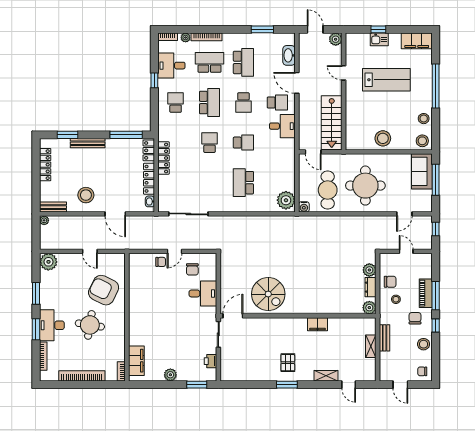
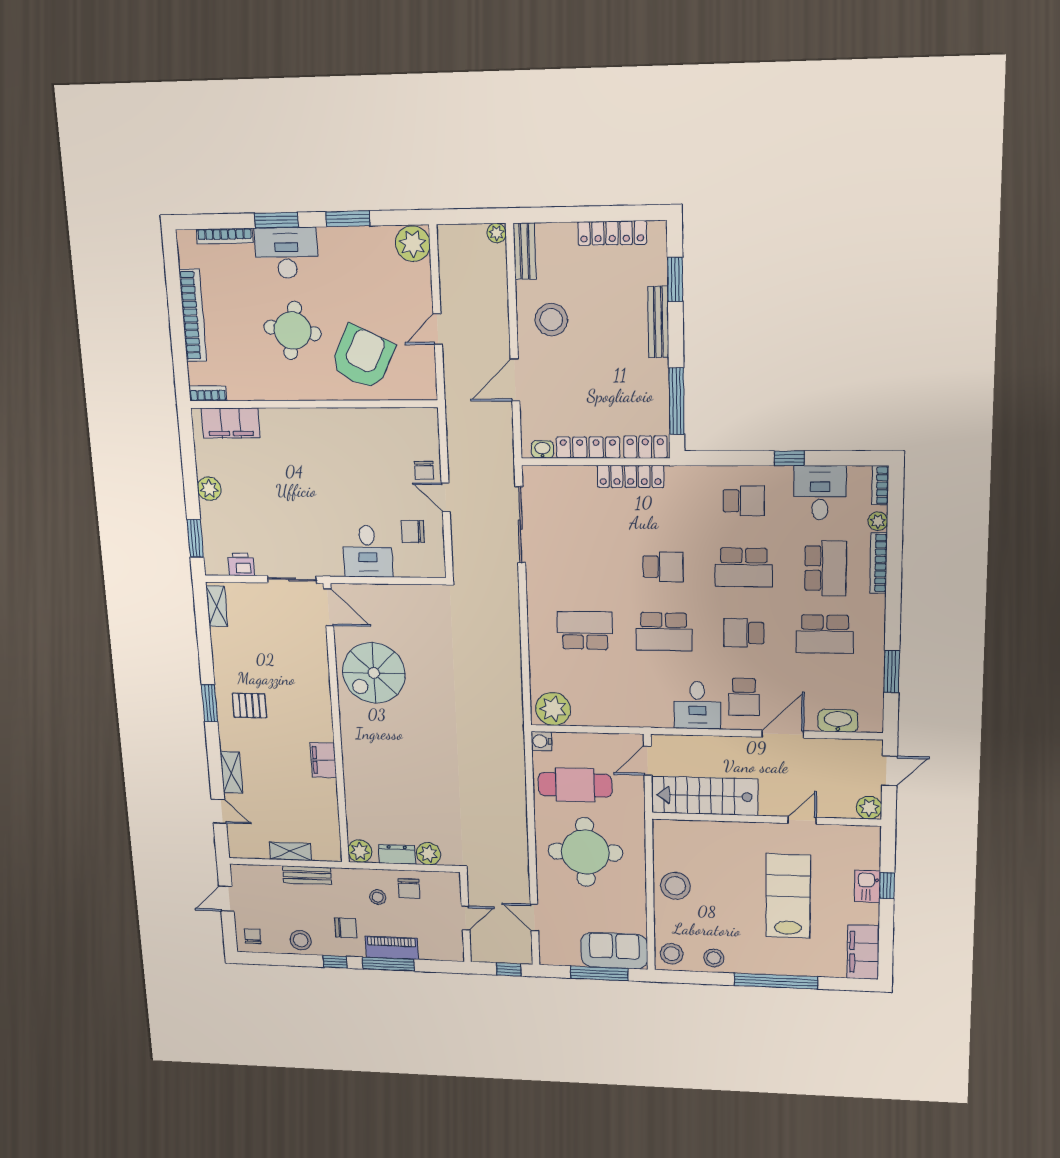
lab bench: (386, 80) -> (788, 896), turned 180
school desk: (243, 143) -> (664, 632), width x1.85
shelving: (233, 376) -> (217, 606), added
door: (349, 385) -> (219, 811), swing flipped

